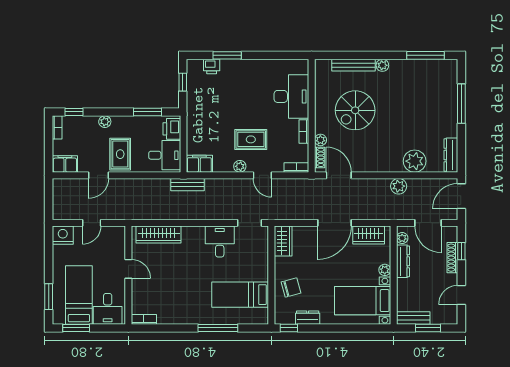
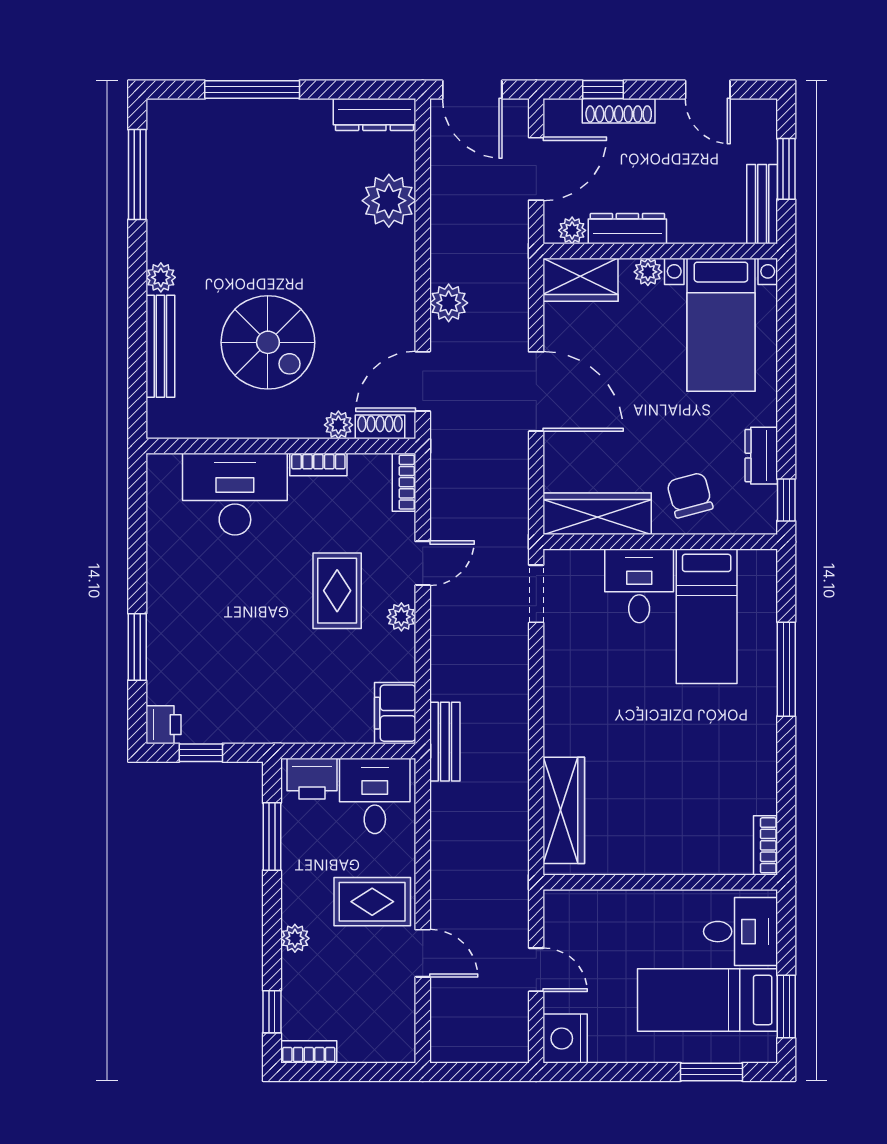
printer: (212, 66) -> (163, 725), moved
filing cabinet: (65, 164) -> (396, 1033), removed
plant: (399, 186) -> (449, 303), moved
wardrobe: (369, 235) -> (581, 280), moved, turned 90
desk: (220, 241) -> (639, 586), moved, turned 90
wardrobe: (283, 241) -> (597, 514), width x1.50
door: (128, 269) -> (645, 882), removed

